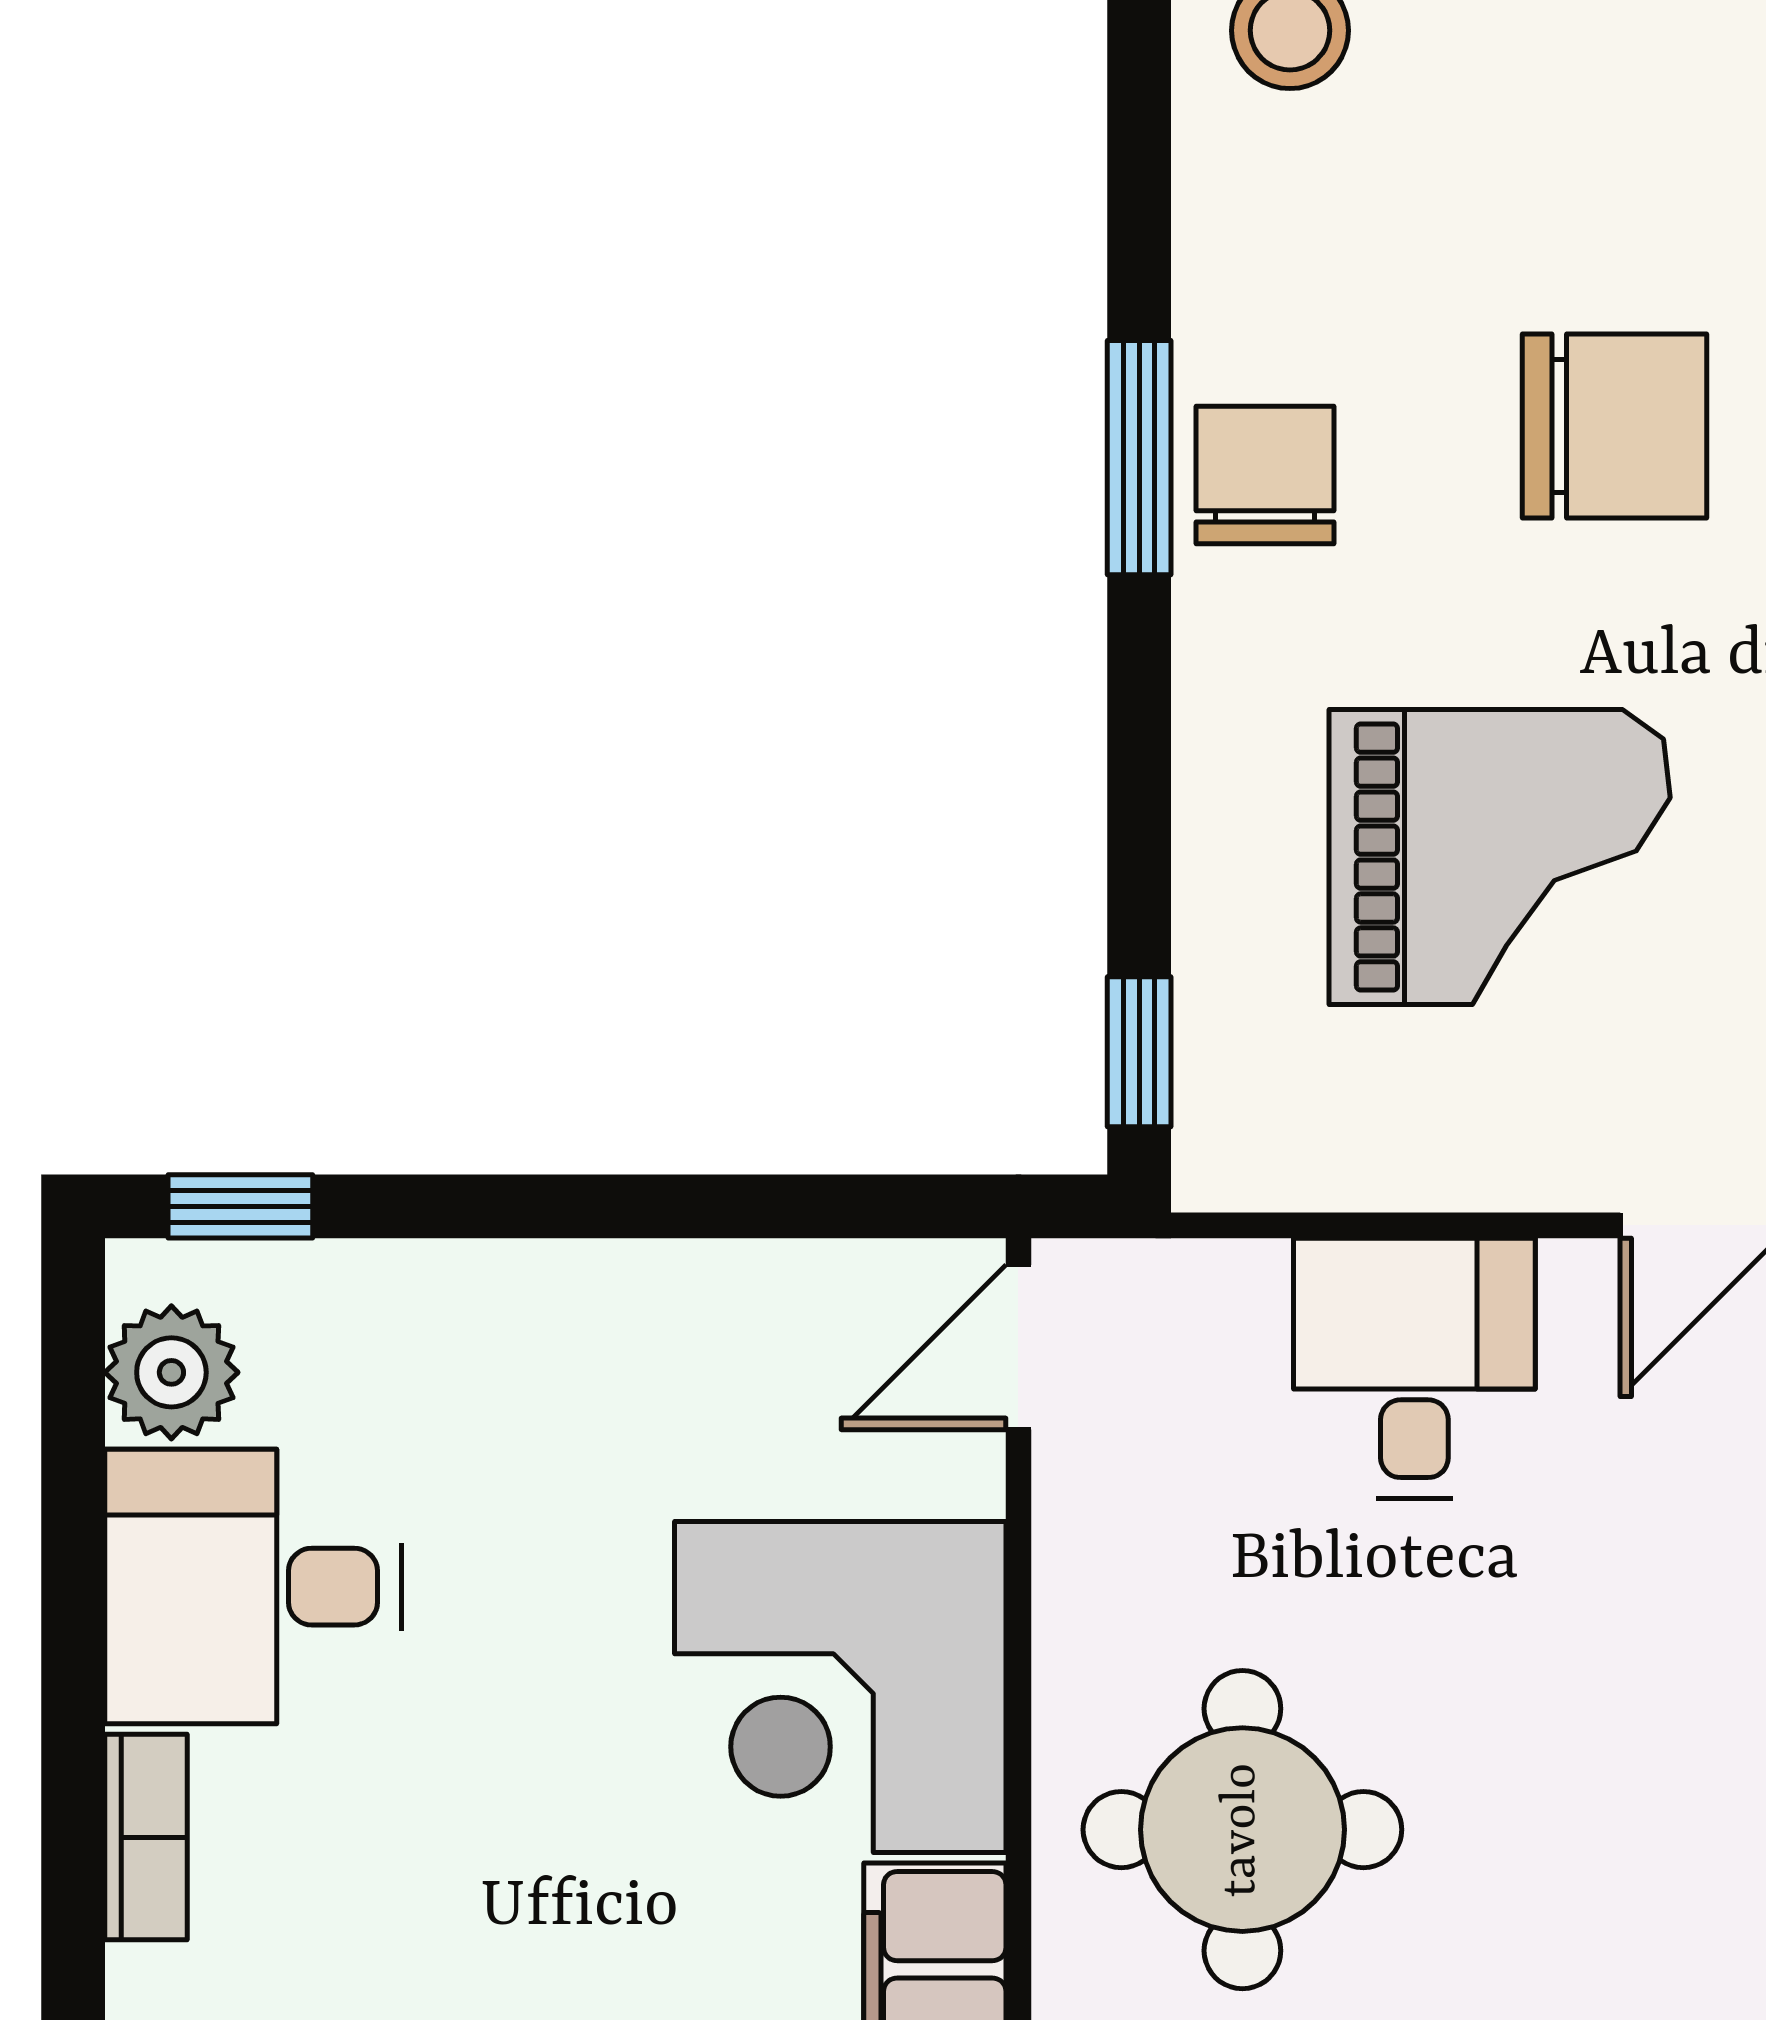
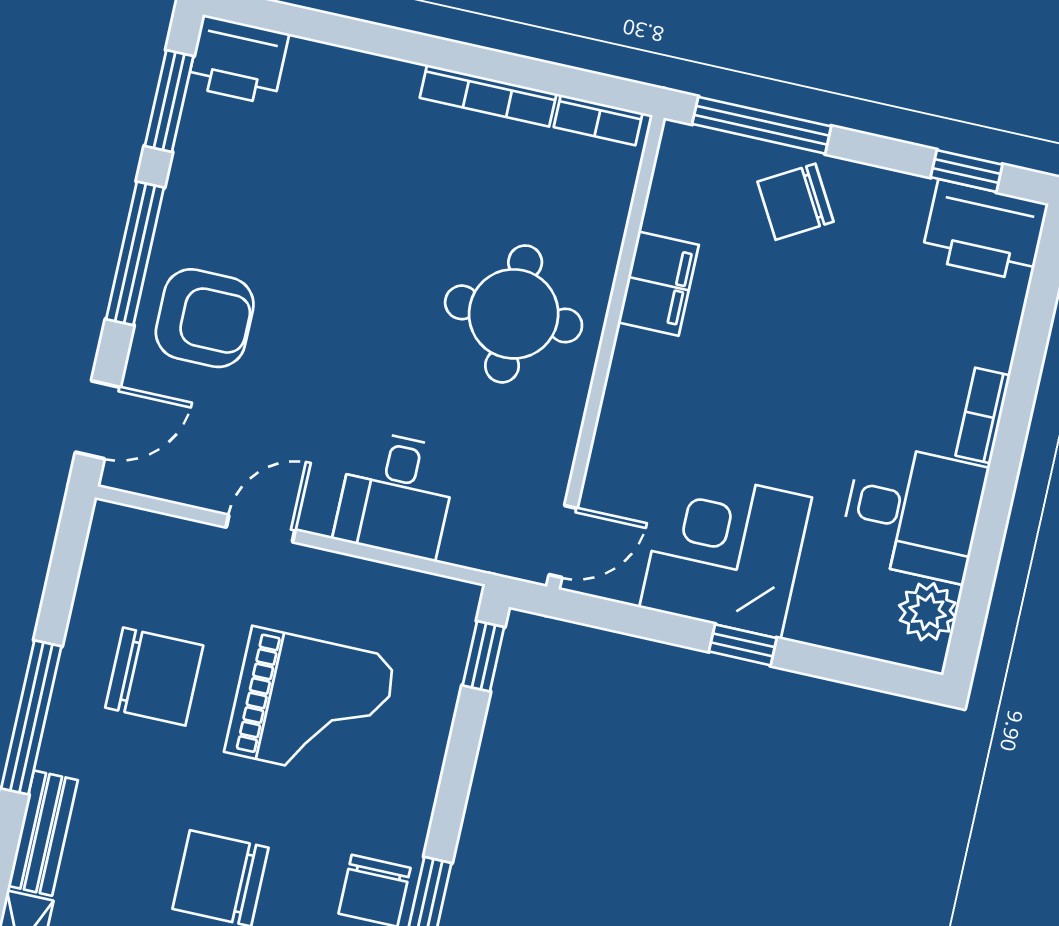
grand piano: (1500, 857) -> (311, 705), turned 180
window: (240, 1206) -> (743, 645), moved
corner desk: (840, 1687) -> (726, 552), moved, turned -90

